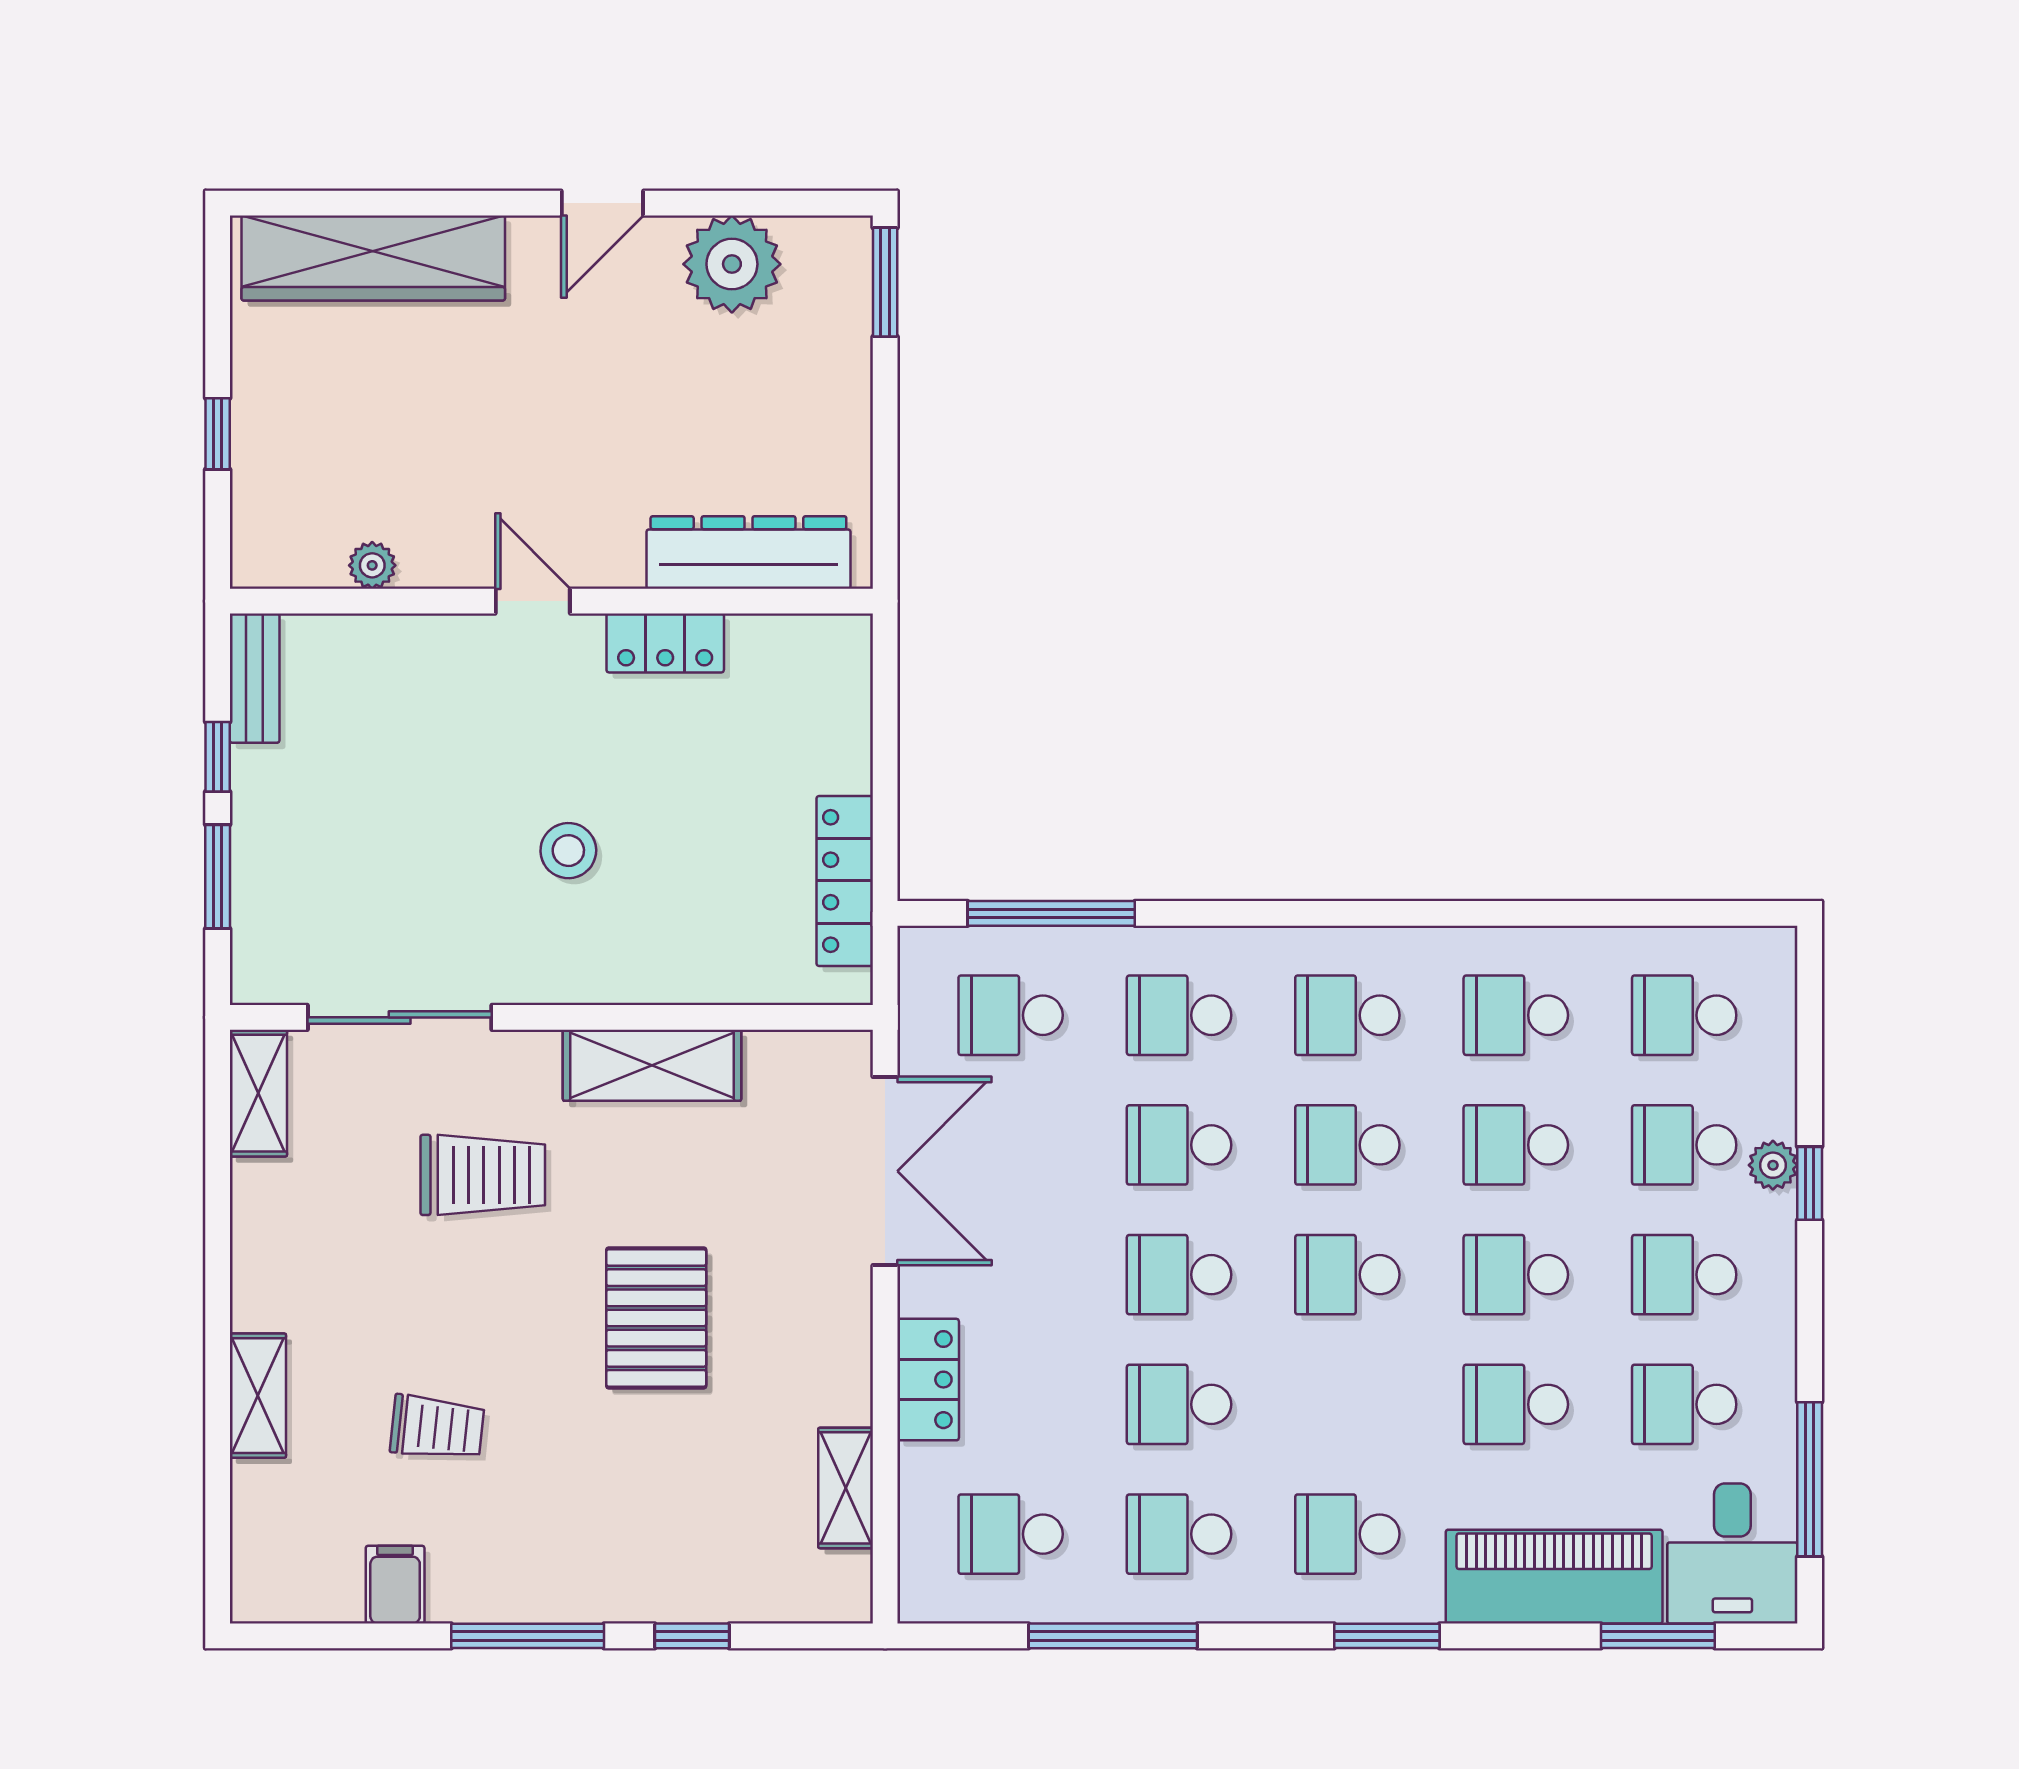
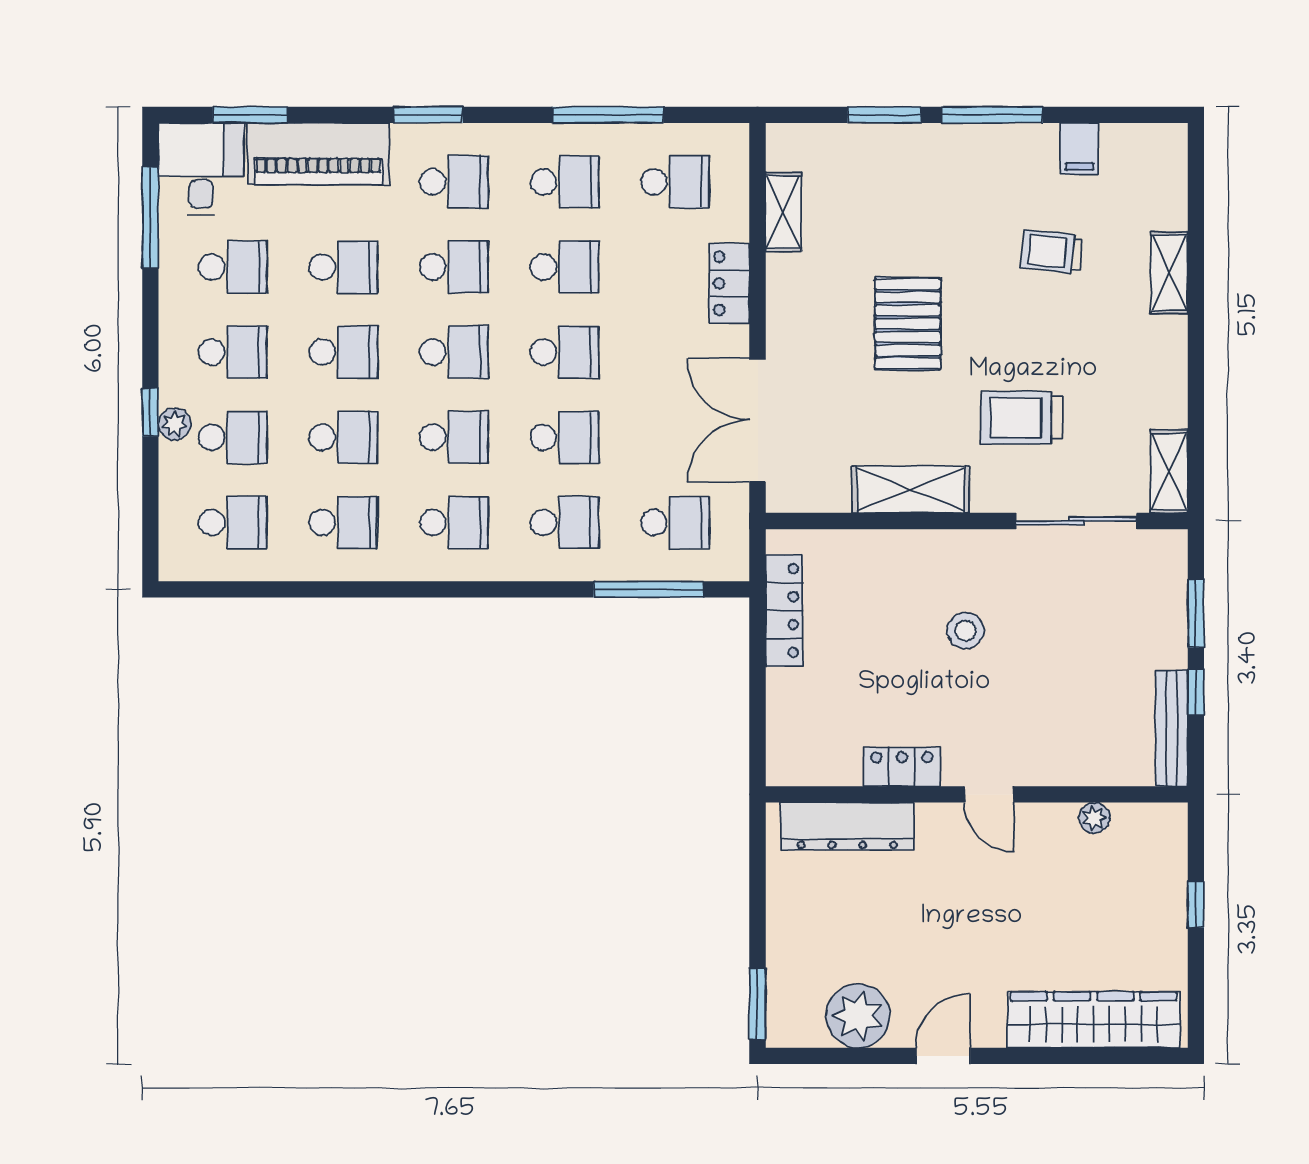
bench: (255, 678) -> (1172, 728), width x1.36
school desk: (1347, 1404) -> (454, 267), added
window: (692, 1636) -> (884, 115), width x1.50

